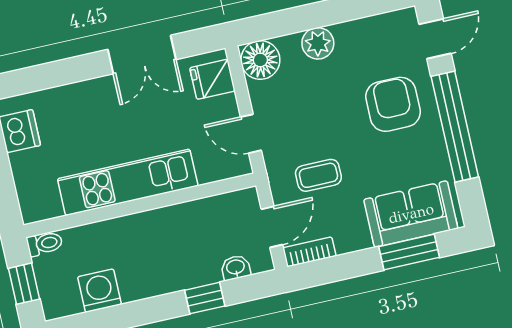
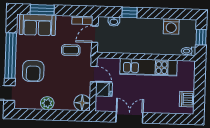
plant: (318, 43) -> (47, 103), moved
fridge: (212, 79) -> (104, 89), moved

